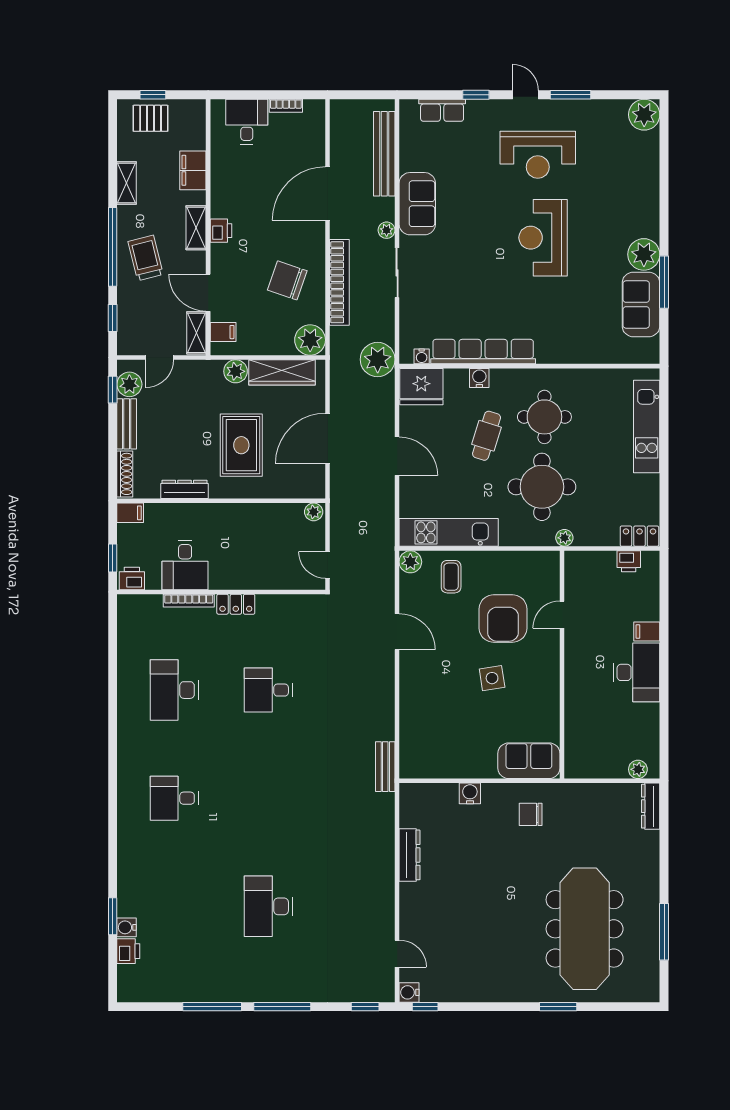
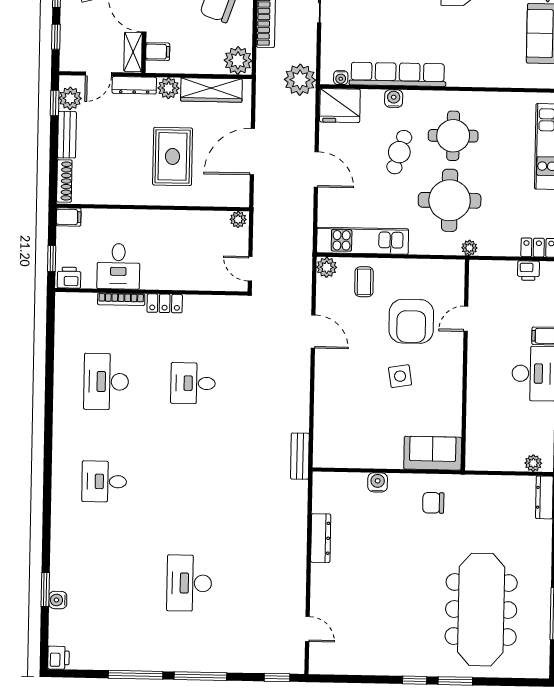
dresser: (185, 489) -> (134, 85), moved, turned 180
printer: (128, 951) -> (58, 658), moved
water cooler: (409, 992) -> (318, 665), removed
window: (425, 1007) -> (415, 680), moved

